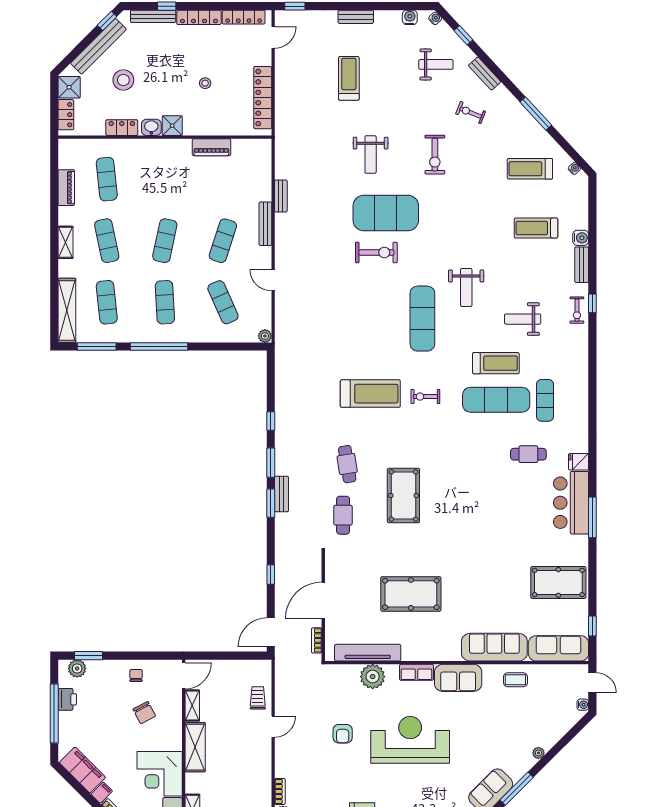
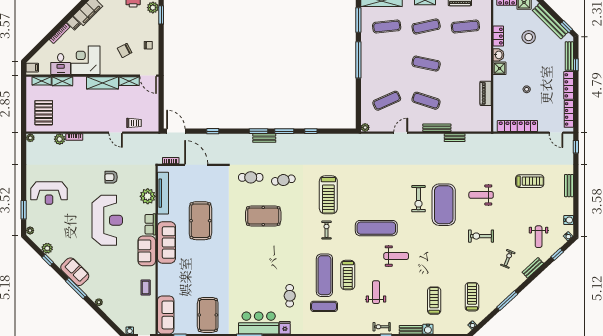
weight bench: (466, 287) -> (396, 256), turned 180
exercise mat: (165, 302) -> (387, 64), removed
sofa: (494, 647) -> (166, 242), moved

